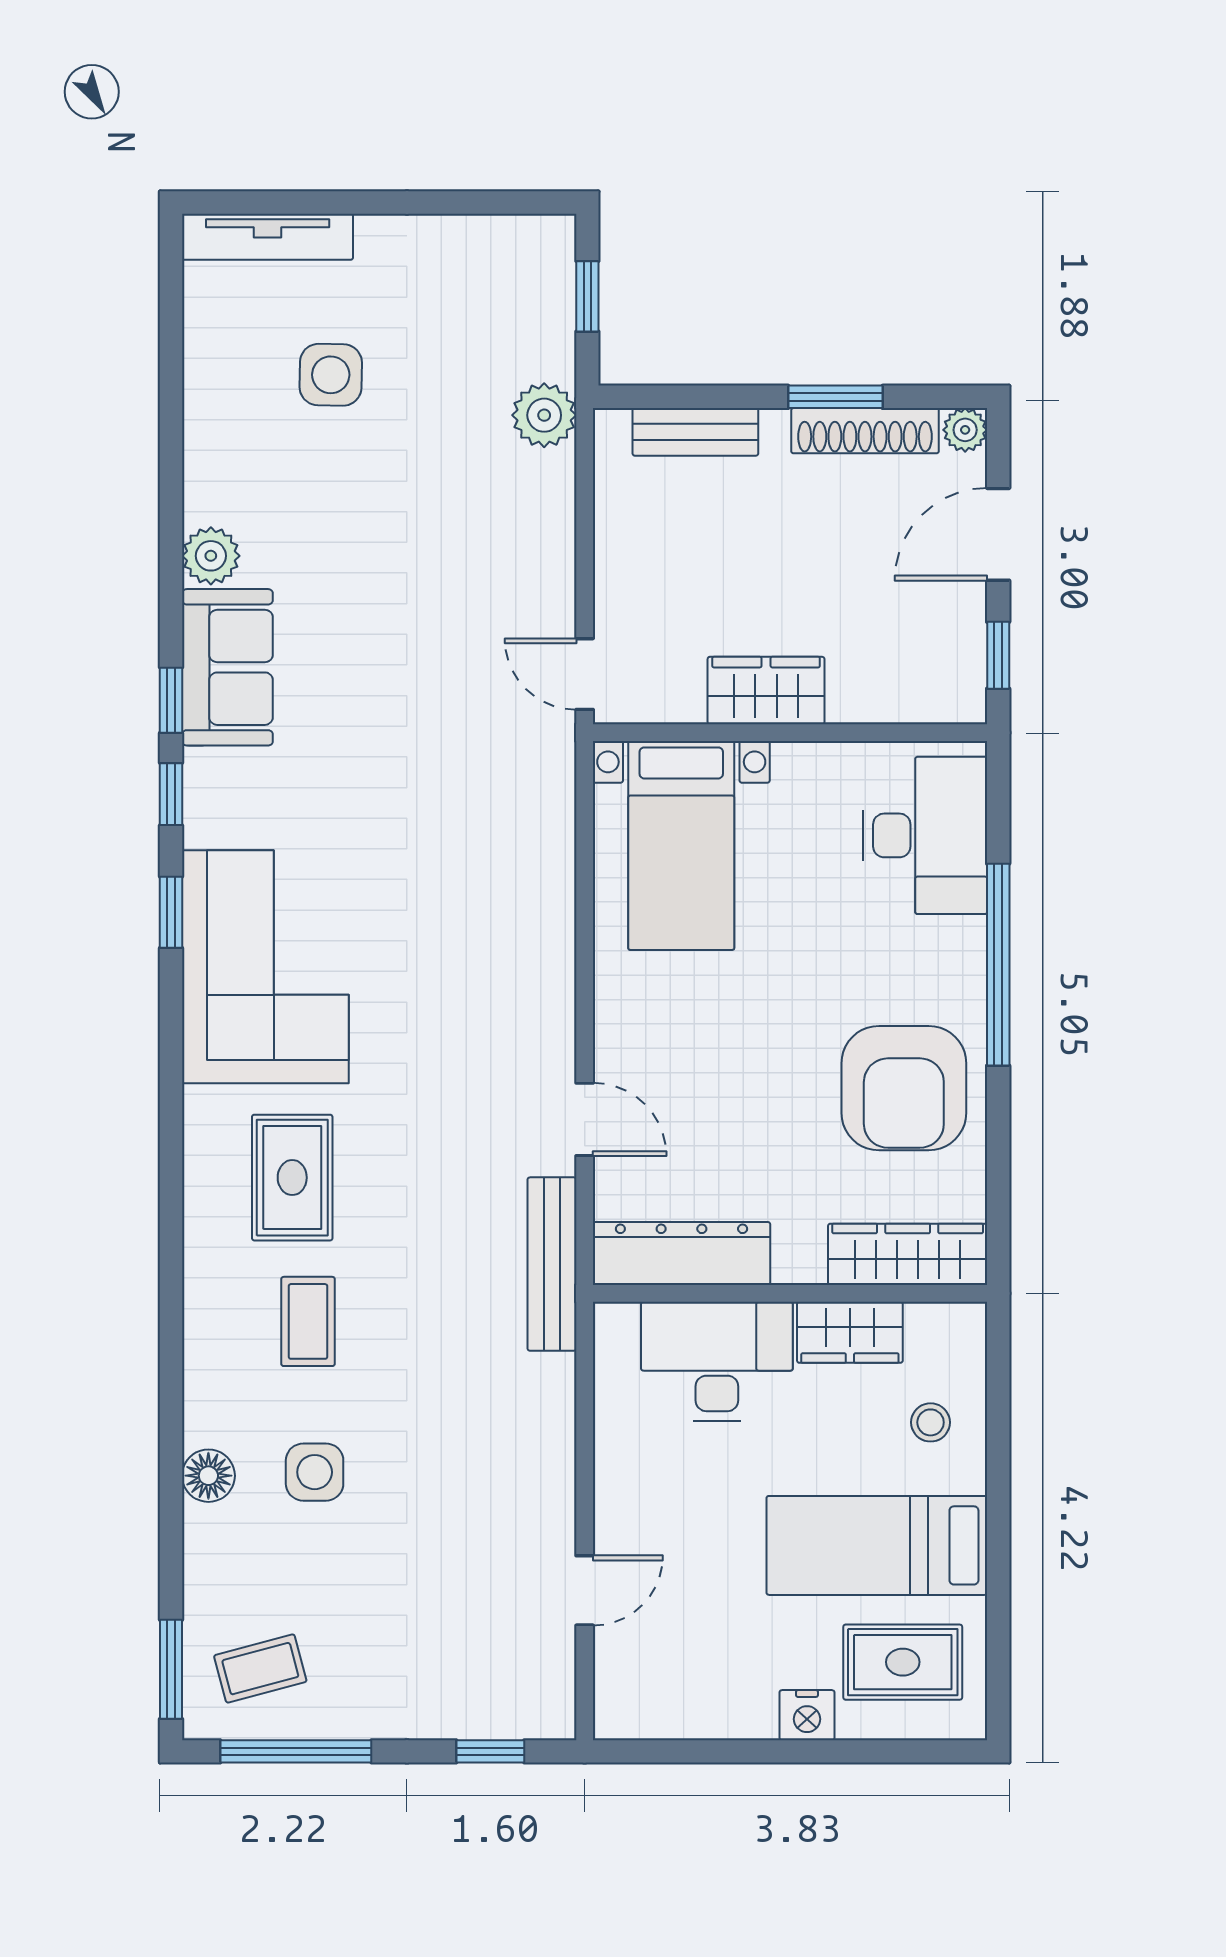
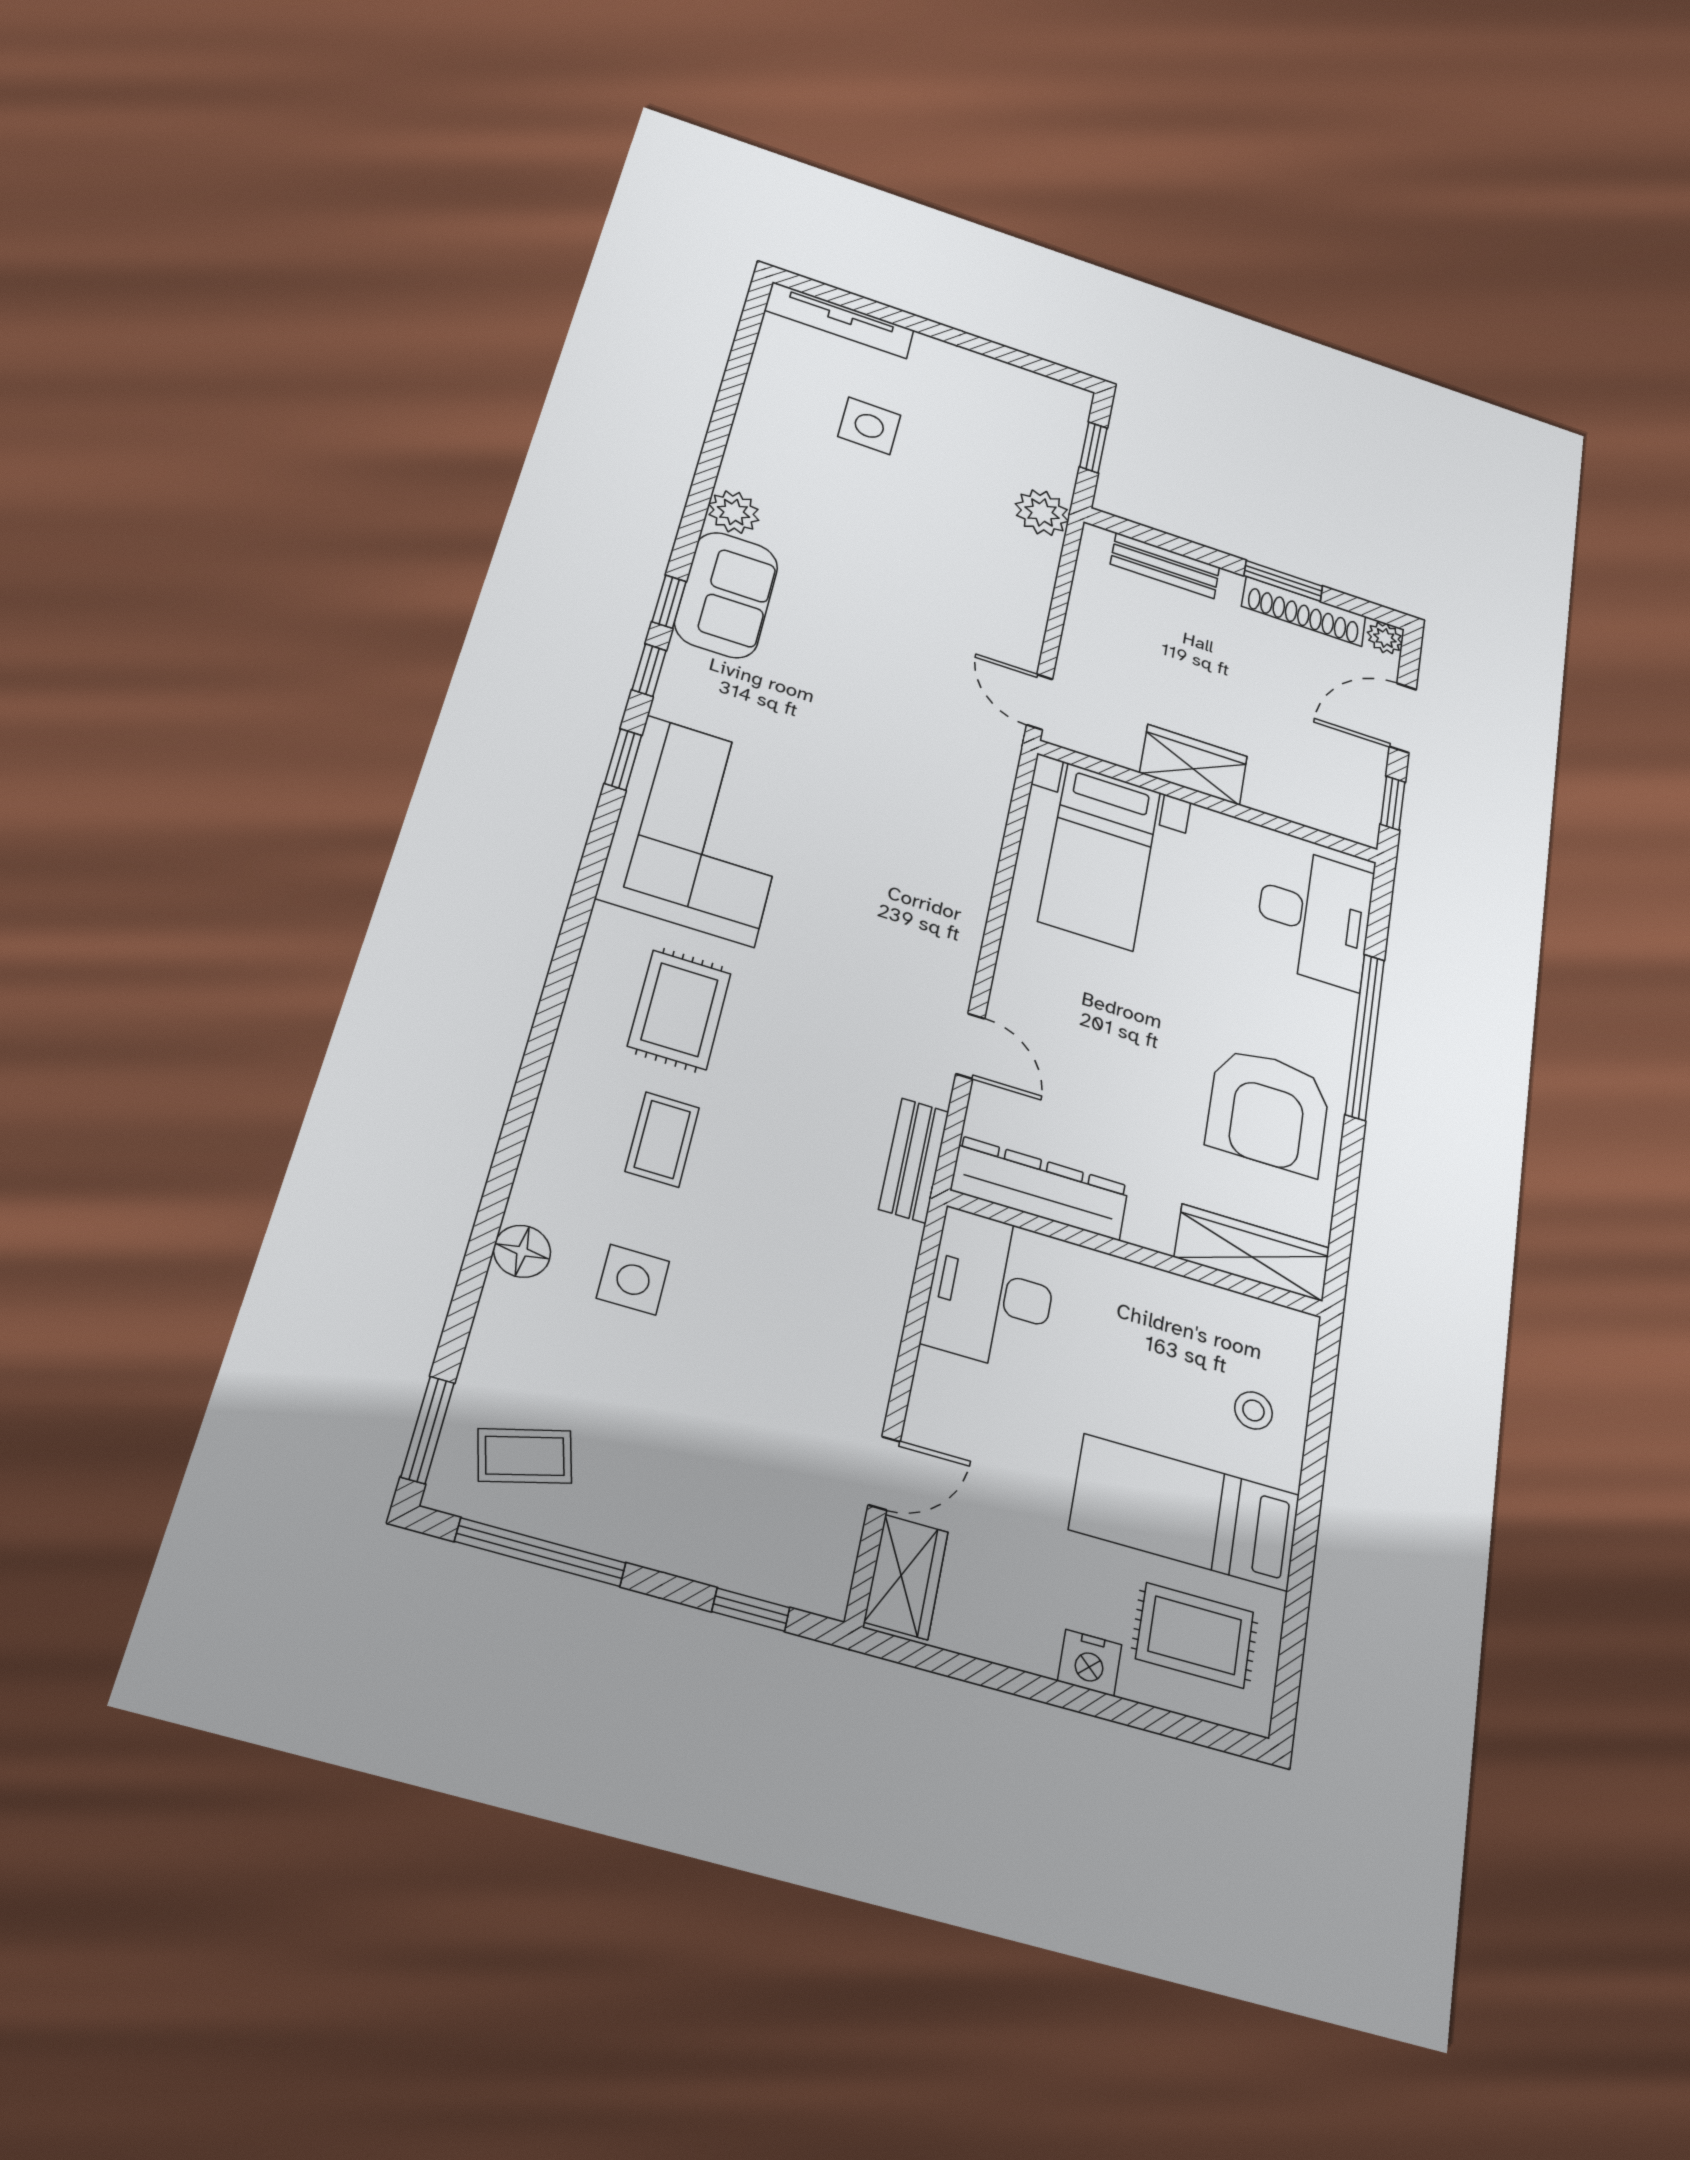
bench: (552, 1264) -> (914, 1160), width x0.73
wardrobe: (850, 1332) -> (906, 1577), moved, turned -90
desk: (717, 1361) -> (991, 1291), moved, turned -90

